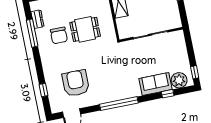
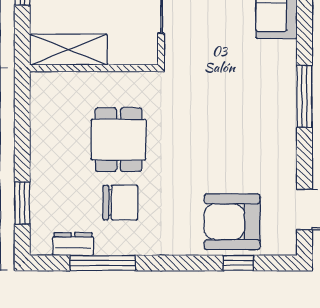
armchair: (76, 83) -> (232, 222), moved
window: (119, 104) -> (304, 96), width x0.68

